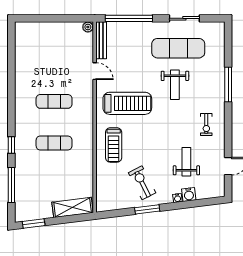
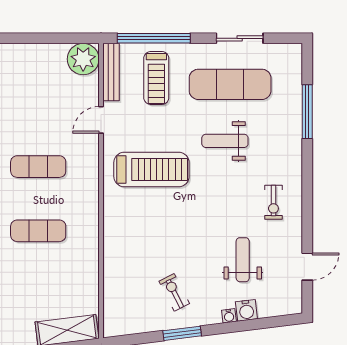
plant: (88, 27) -> (83, 59), width x1.87, depth x1.87
door: (95, 71) -> (101, 120), swing flipped
weight bench: (175, 85) -> (225, 141), turned 90
window: (228, 85) -> (307, 112), moved
treadmill: (114, 145) -> (156, 78), moved
exercise bike: (142, 183) -> (174, 292), width x0.73, depth x0.72

